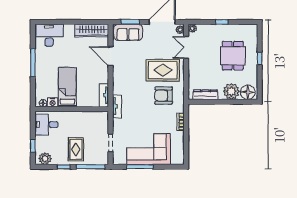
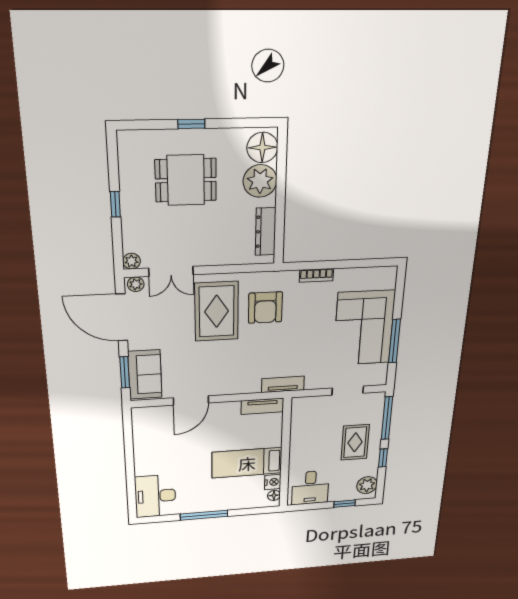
wardrobe: (92, 31) -> (144, 433), removed
rug: (76, 149) -> (355, 442), turned 90

